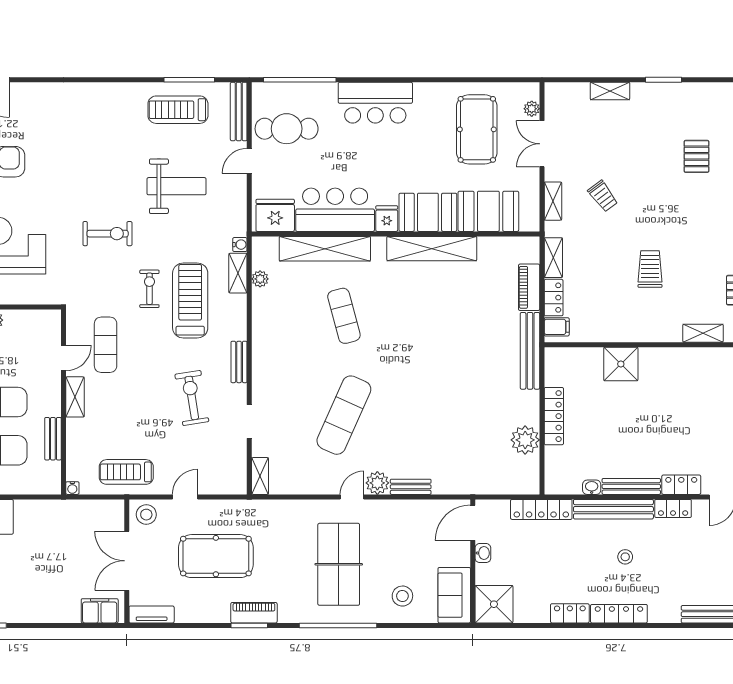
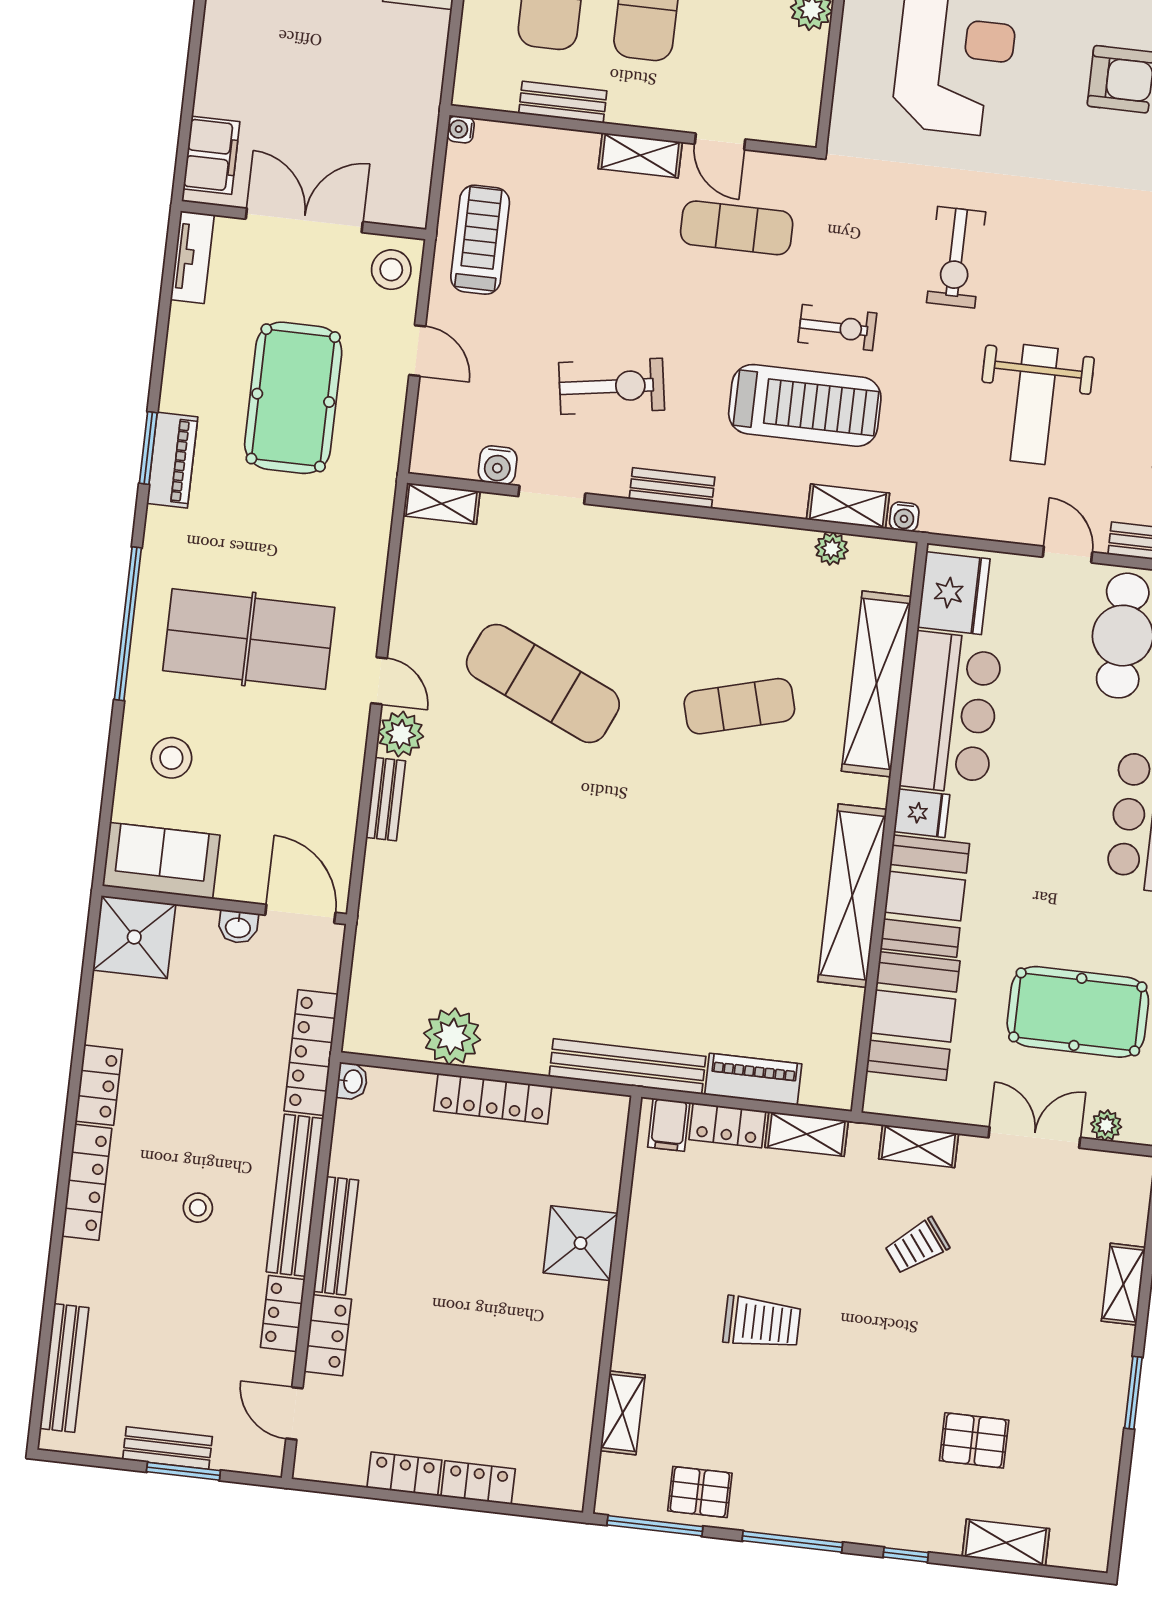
water cooler: (238, 450) -> (498, 465), added
washbasin: (592, 487) -> (352, 1081), moved

